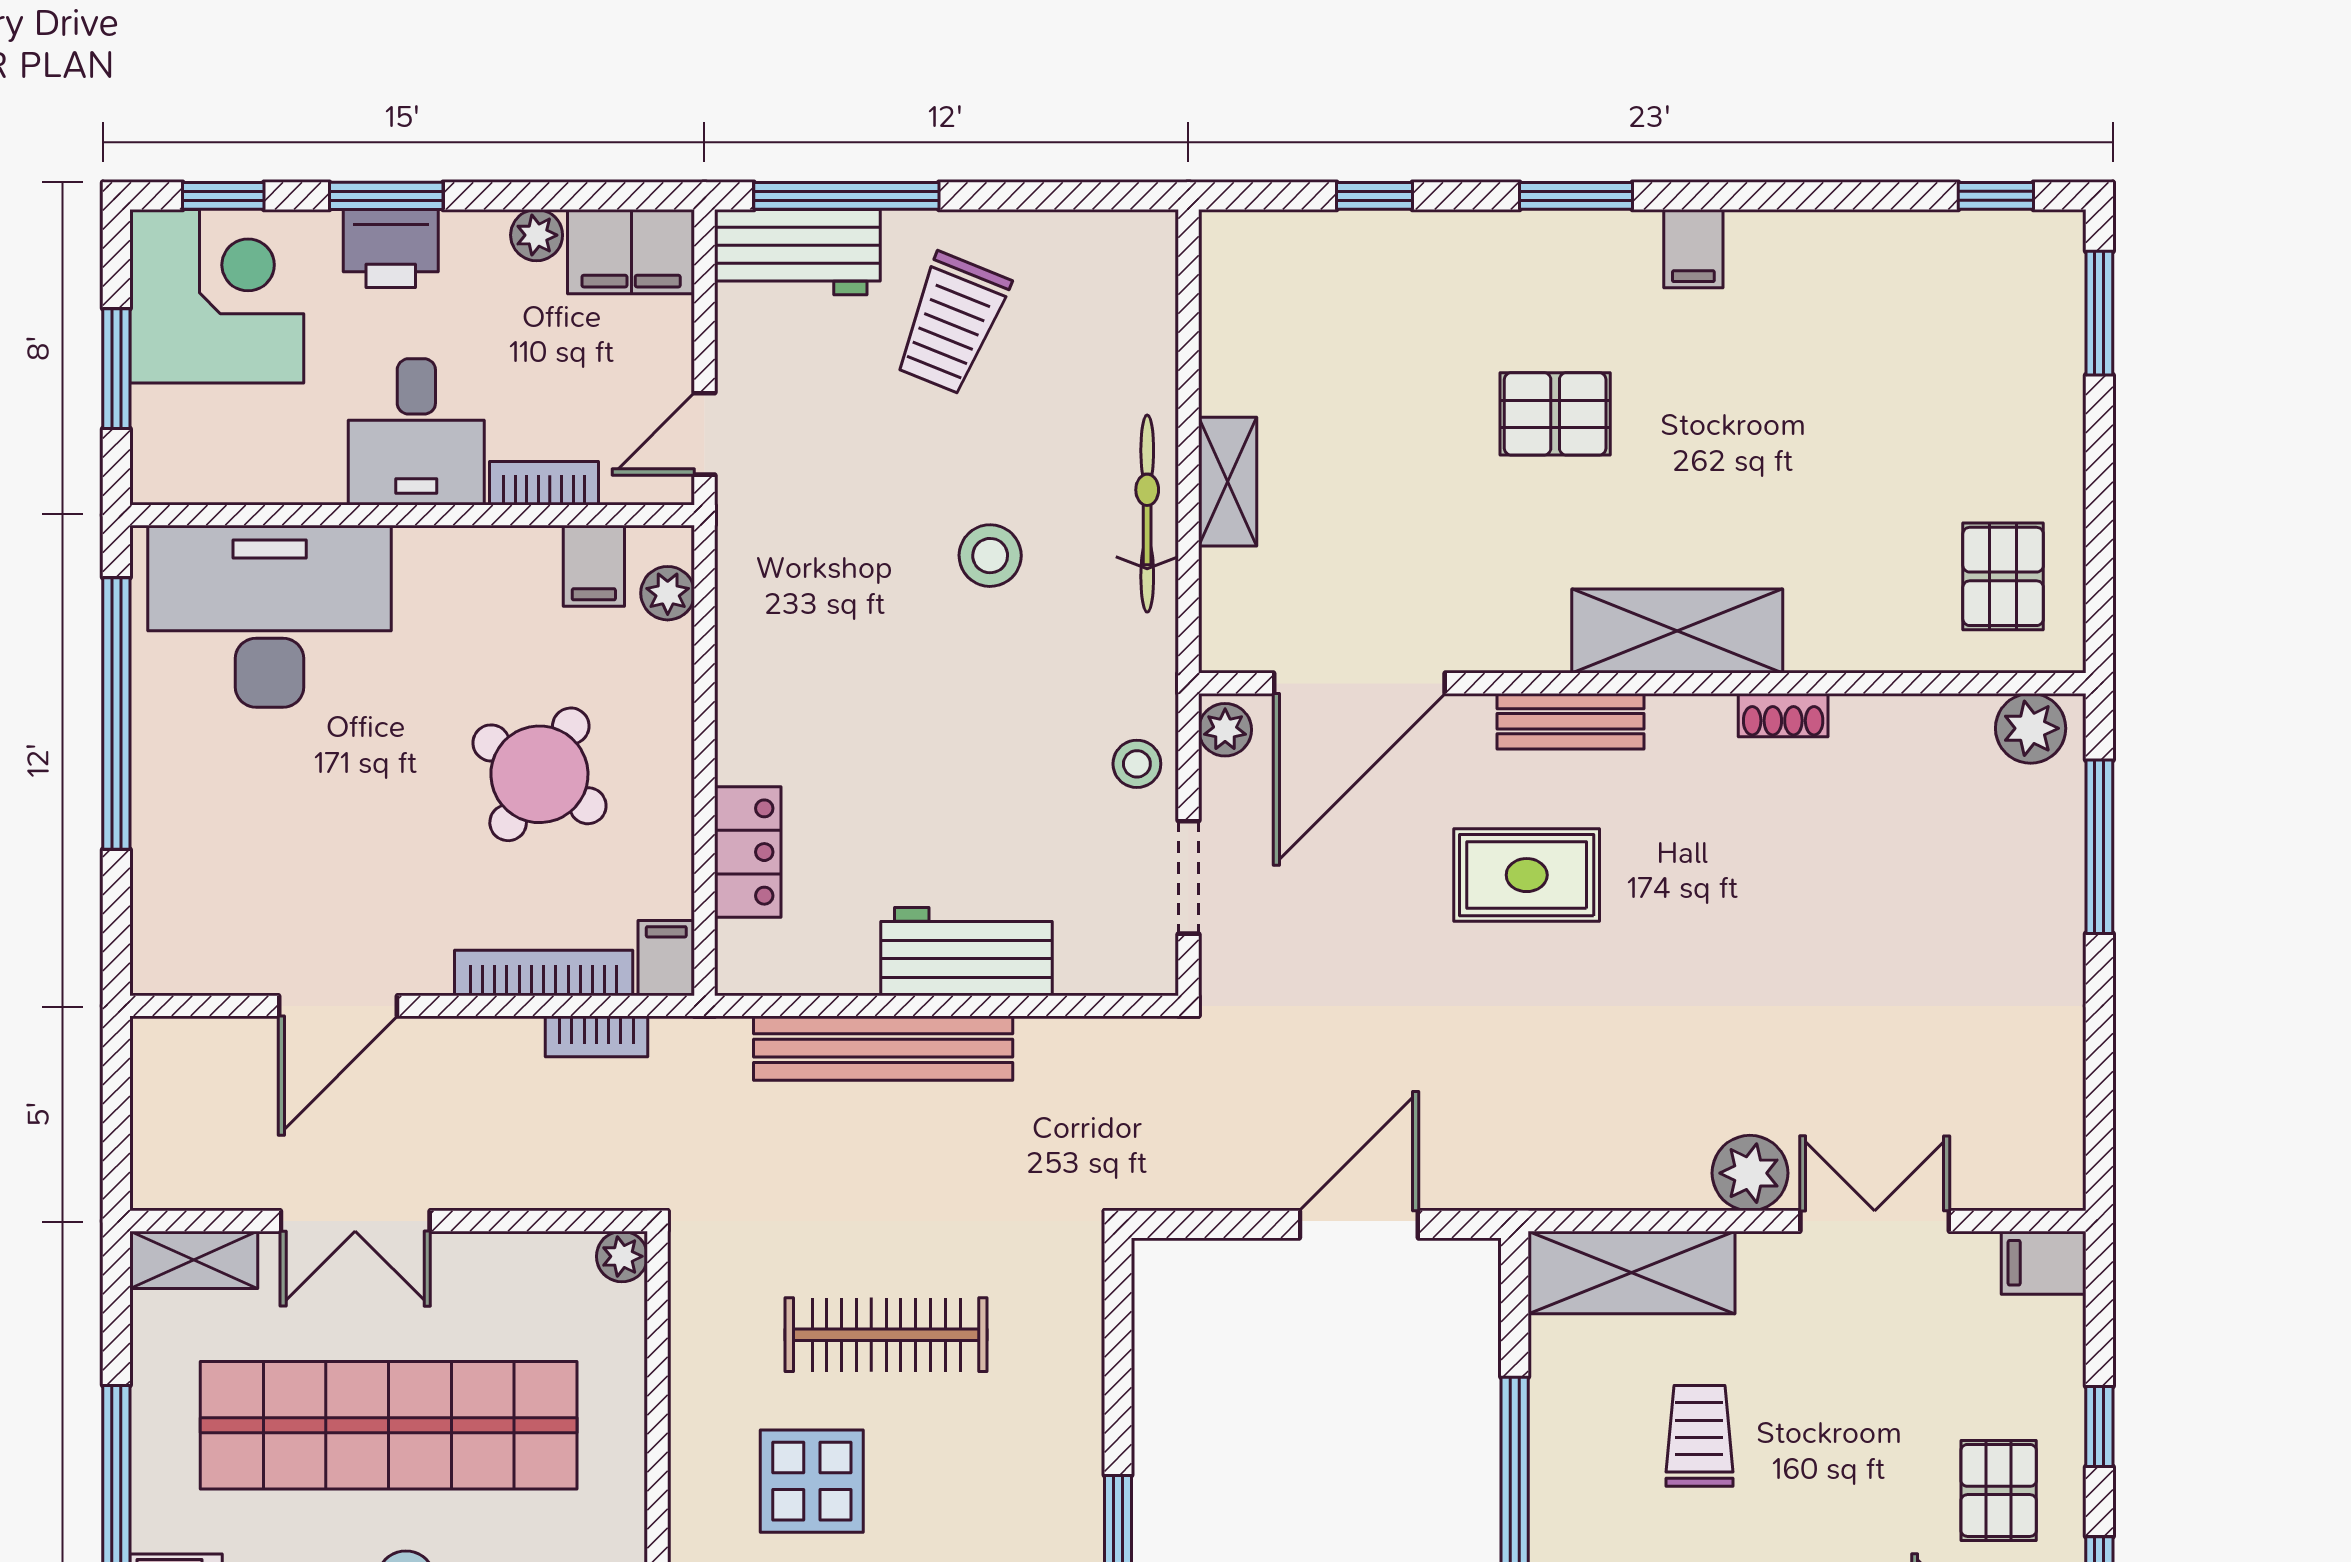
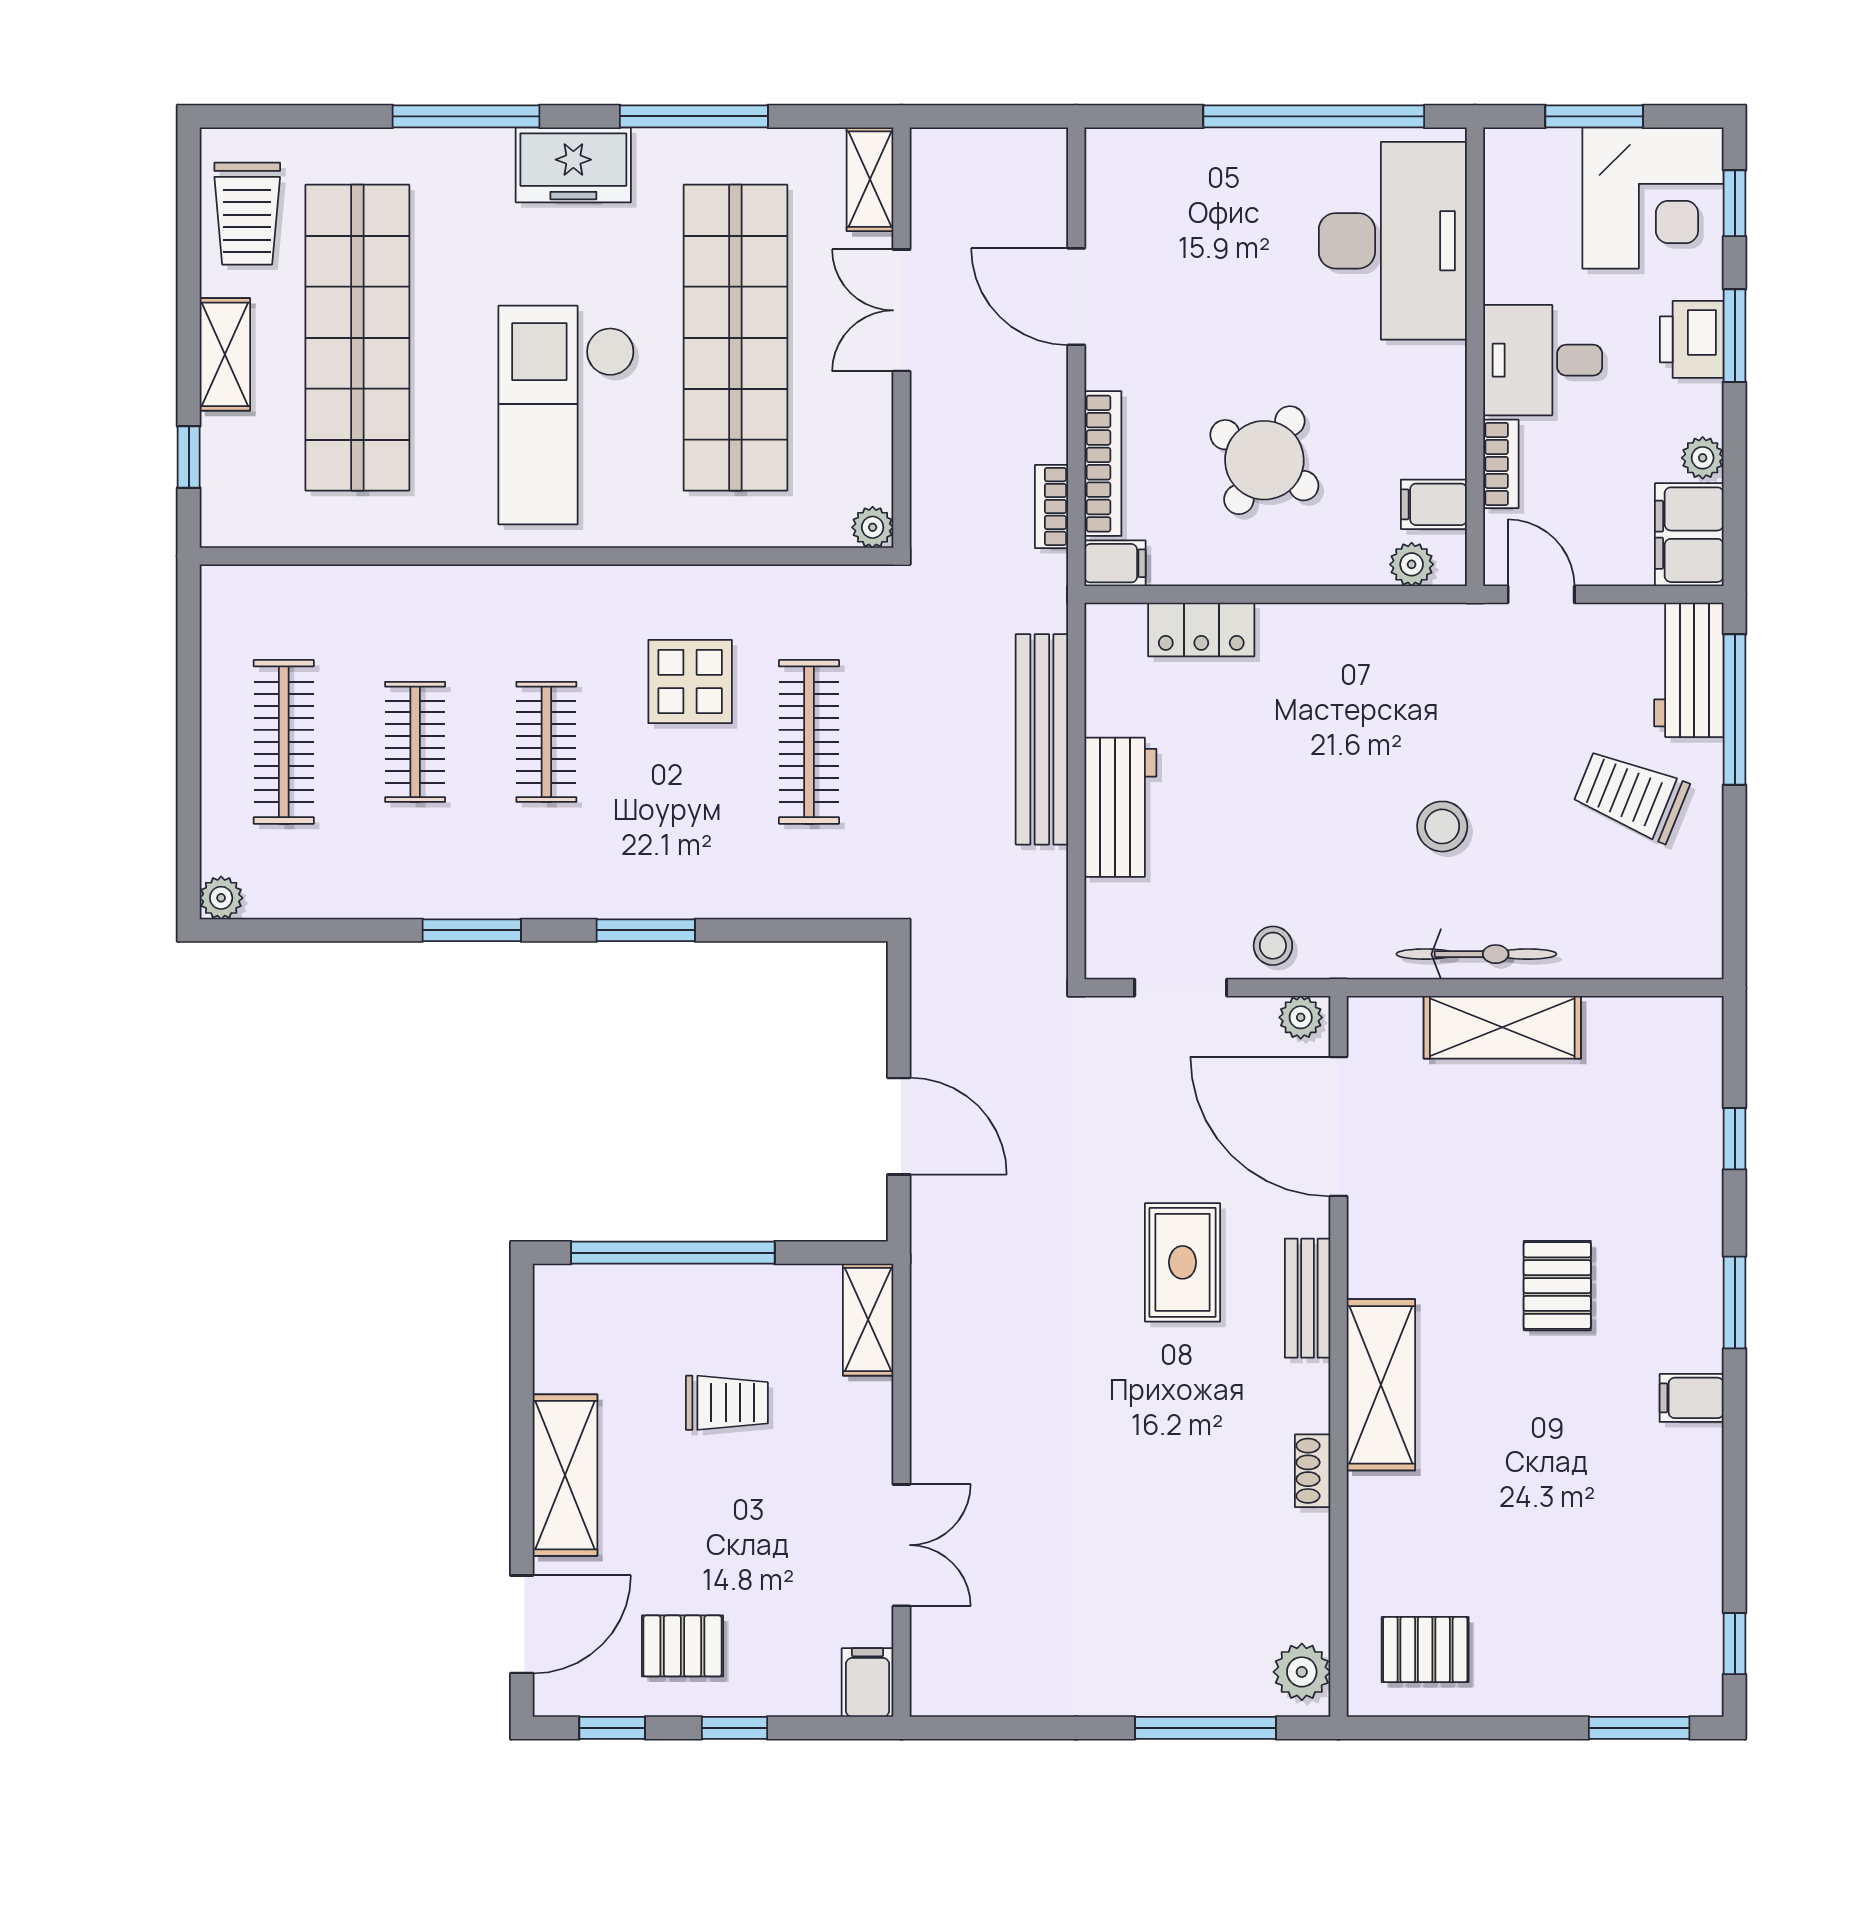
shelving: (1228, 482) -> (1502, 1027), width x1.50, depth x1.33
plant: (1750, 1173) -> (940, 1444), removed
shelving: (1631, 1272) -> (868, 1320), width x0.67, depth x0.75

